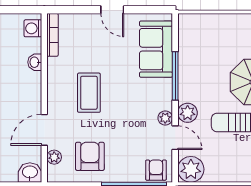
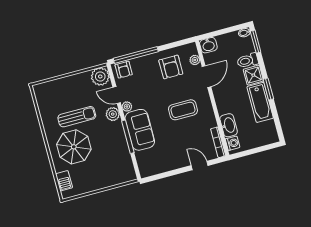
door: (112, 10) -> (200, 165), moved
sofa: (156, 49) -> (140, 130), moved
washbasin: (35, 62) -> (229, 125), width x1.91, depth x1.45
coffee table: (89, 93) -> (183, 110), turned 90

